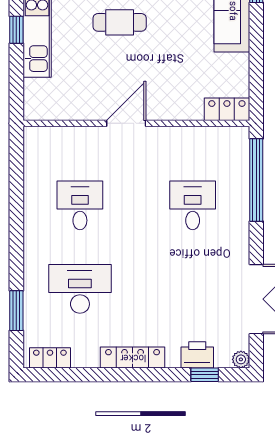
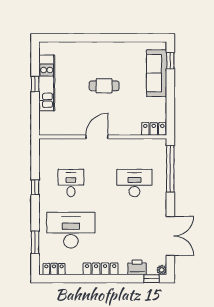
cafe table: (120, 22) -> (104, 86), moved
desk: (193, 205) -> (134, 183), width x1.37
window: (16, 213) -> (35, 187), added
desk: (80, 289) -> (71, 230), width x1.36, depth x1.30
window: (205, 375) -> (152, 279), moved

